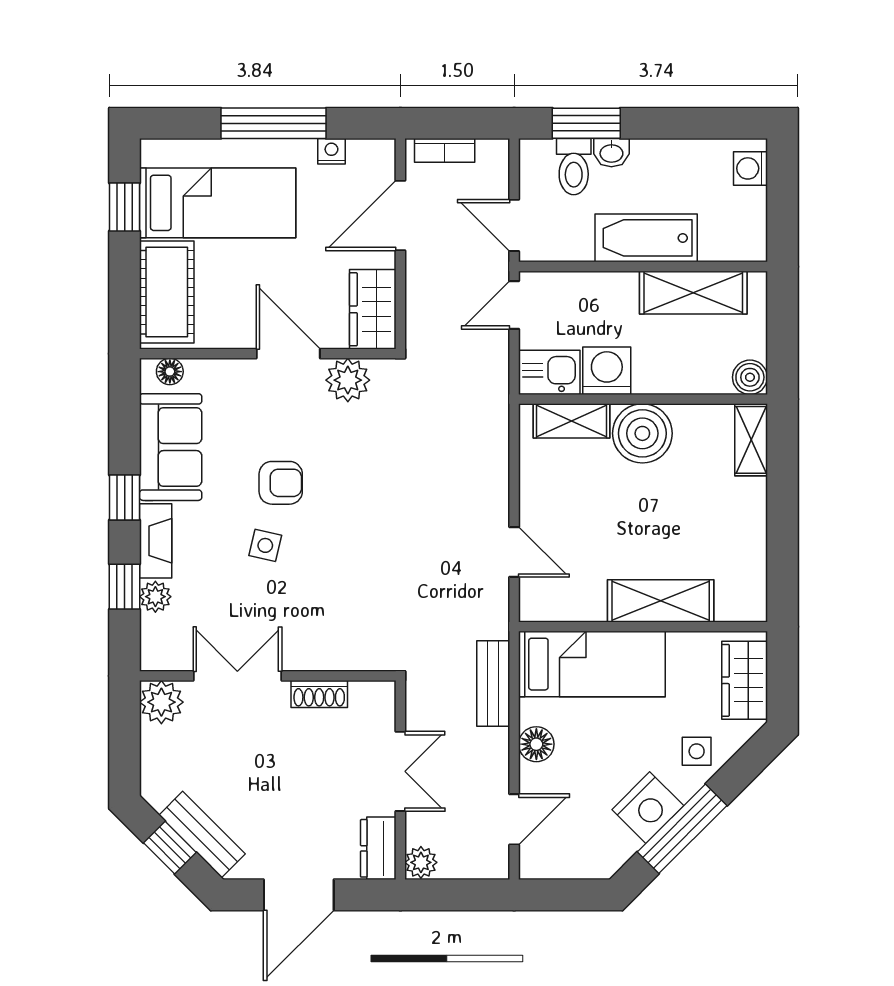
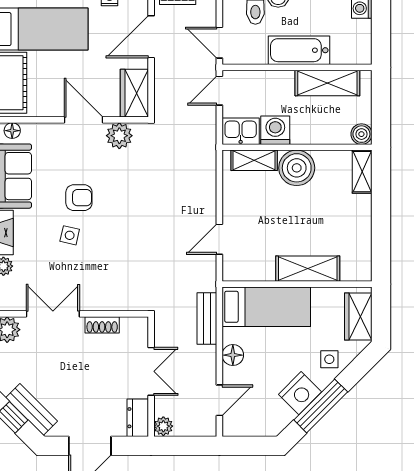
door: (514, 552) -> (219, 239), swing flipped

